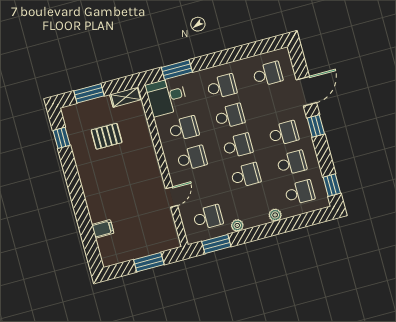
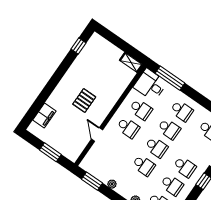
window: (177, 70) -> (170, 78), width x1.44
window: (89, 93) -> (116, 41), removed
pallet: (107, 136) -> (84, 101), moved, turned 90
door: (172, 197) -> (97, 134), swing flipped
school desk: (208, 217) -> (103, 164), removed
filing cabinet: (103, 229) -> (44, 116), width x2.00

